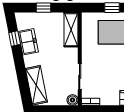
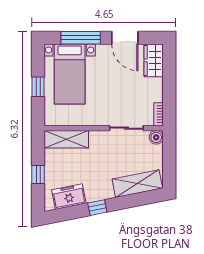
window: (15, 38) -> (97, 208), moved
freezer: (28, 42) -> (69, 197), moved

